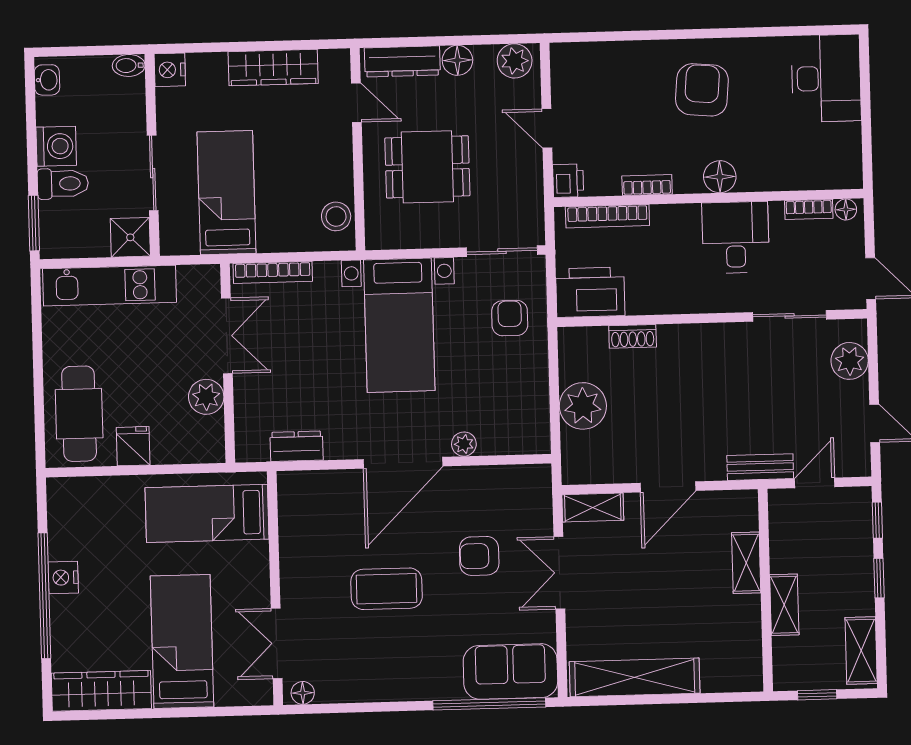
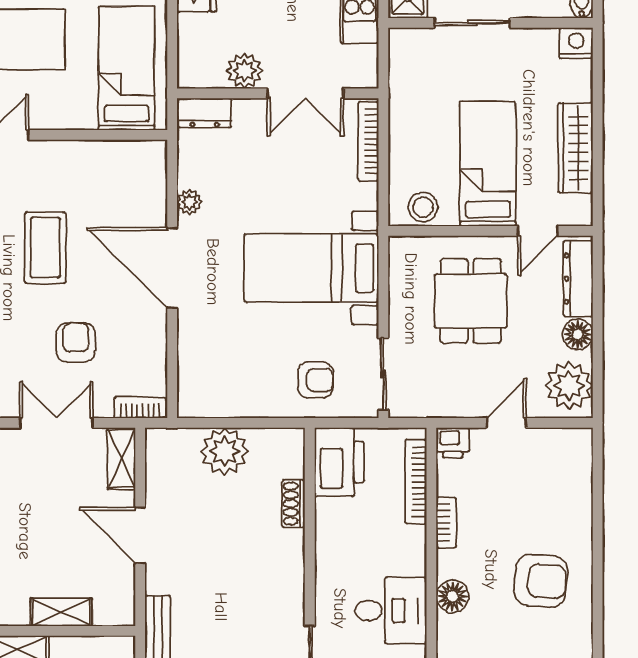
plant: (515, 61) -> (569, 386), width x1.36, depth x1.36
bed: (226, 193) -> (488, 164), moved, turned -90
plant: (464, 444) -> (189, 202), moved
dresser: (297, 446) -> (205, 113), moved, turned 90
bookcase: (542, 491) -> (140, 408), added

